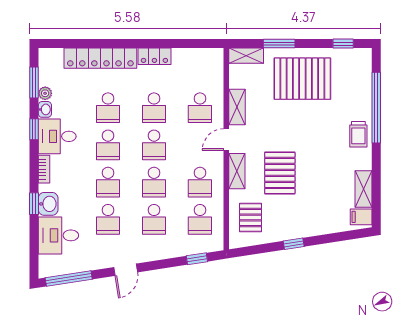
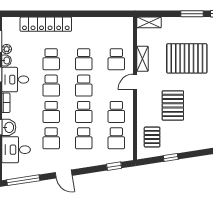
window: (279, 44) -> (192, 14), moved
locker: (154, 56) -> (84, 23), removed
pallet: (302, 79) -> (187, 58), moved
shelving: (237, 171) -> (142, 104), removed
window: (294, 244) -> (171, 157), moved
door: (126, 270) -> (64, 174), hinge flipped

